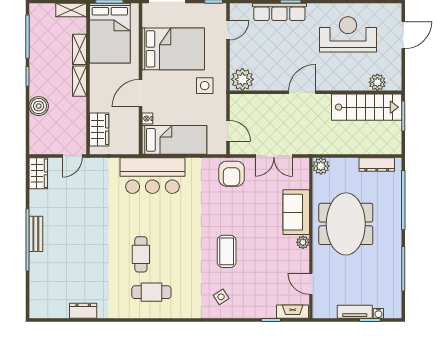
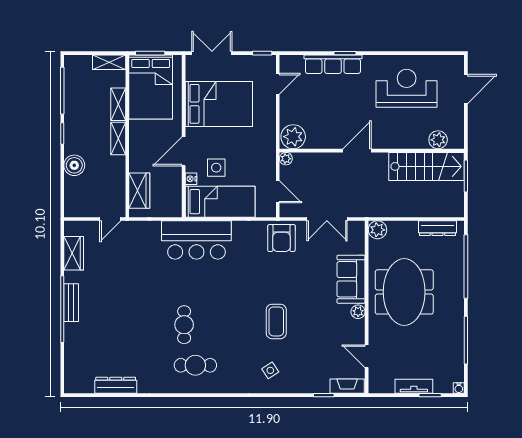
side table: (205, 86) -> (216, 168), moved
plant: (236, 100) -> (286, 159), added
wardrobe: (38, 173) -> (74, 253), moved
dresser: (83, 311) -> (116, 385), width x1.44
water cooler: (378, 313) -> (459, 388), moved

